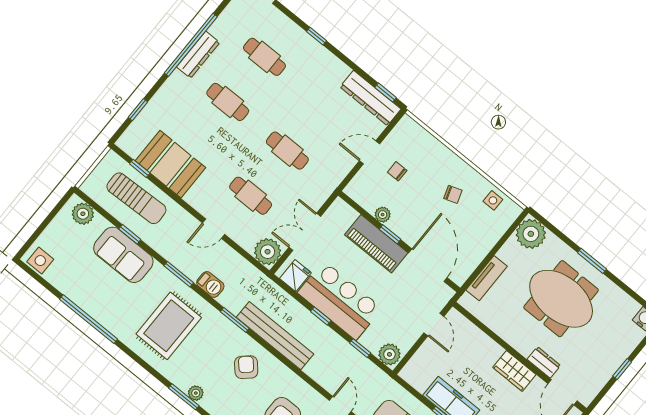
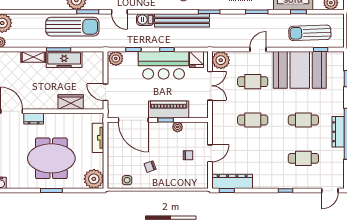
booth: (170, 164) -> (300, 70), width x1.36, depth x1.42
barbecue: (210, 285) -> (145, 20), moved
wardrobe: (514, 371) -> (71, 102), moved

